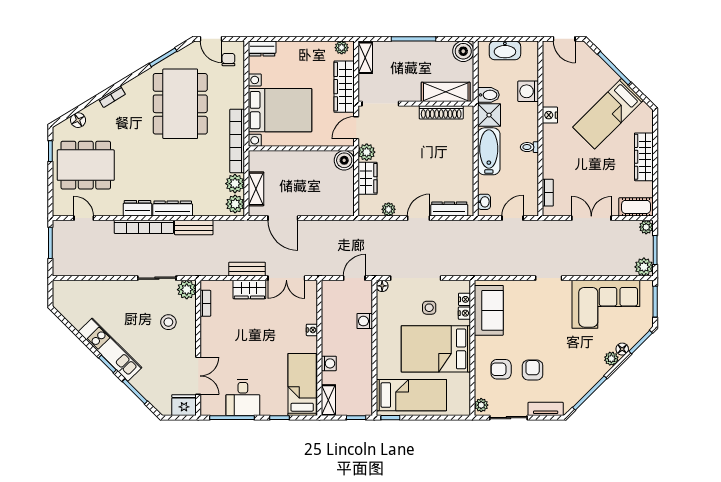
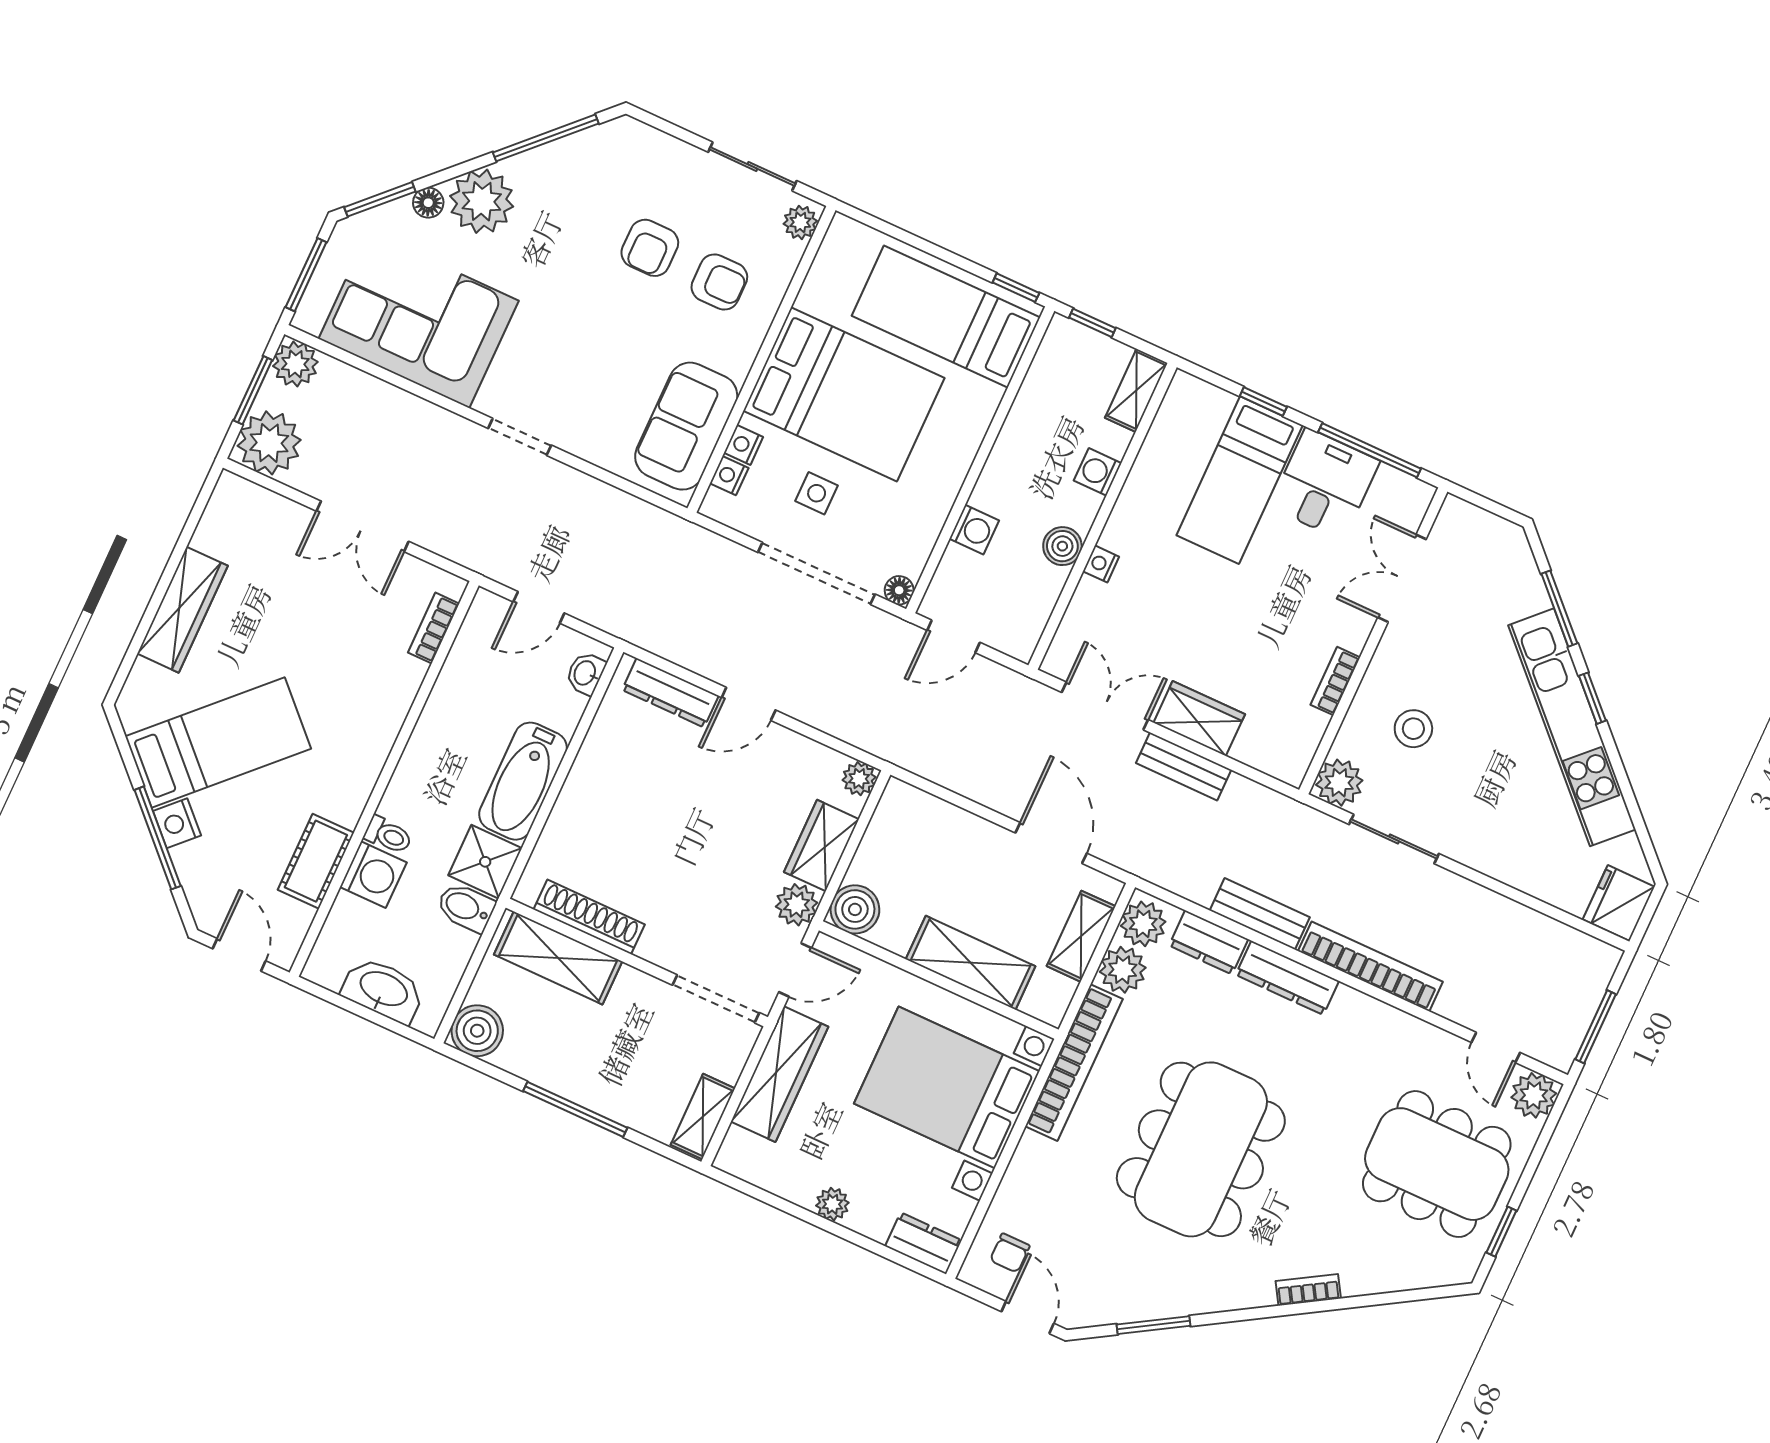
plant: (342, 48) -> (832, 1204), moved
dining table: (180, 104) -> (1201, 1149), moved
nightstand: (550, 115) -> (177, 823), moved, turned 135
floor lamp: (78, 120) -> (1408, 1272), removed
toilet: (529, 147) -> (388, 835), moved
shelving: (292, 160) -> (971, 963), added
plant: (62, 207) -> (1534, 1095), added
cot: (636, 207) -> (316, 861), moved, turned 90
dresser: (138, 208) -> (1209, 942), moved
plant: (389, 209) -> (859, 779), moved
plant: (646, 227) -> (269, 443), width x1.88, depth x1.88
bookcase: (205, 303) -> (1335, 681), moved
boiler: (329, 330) -> (1062, 546), added
kitchen unit: (110, 350) -> (1572, 727), width x1.36
plant: (611, 359) -> (482, 201), width x1.88, depth x1.88
bed: (302, 384) -> (1240, 480), moved
fridge: (184, 405) -> (1619, 903), moved, turned 90
tv unit: (546, 409) -> (661, 148), removed

